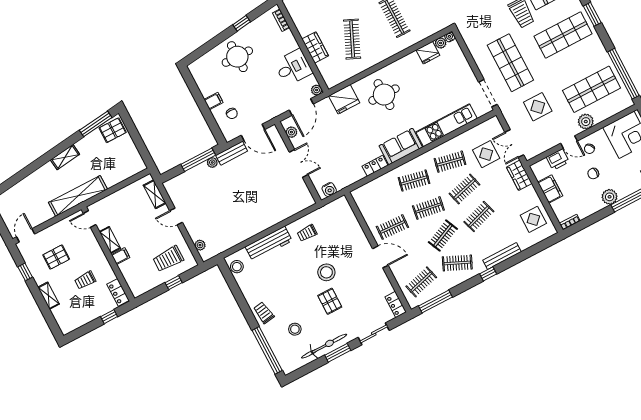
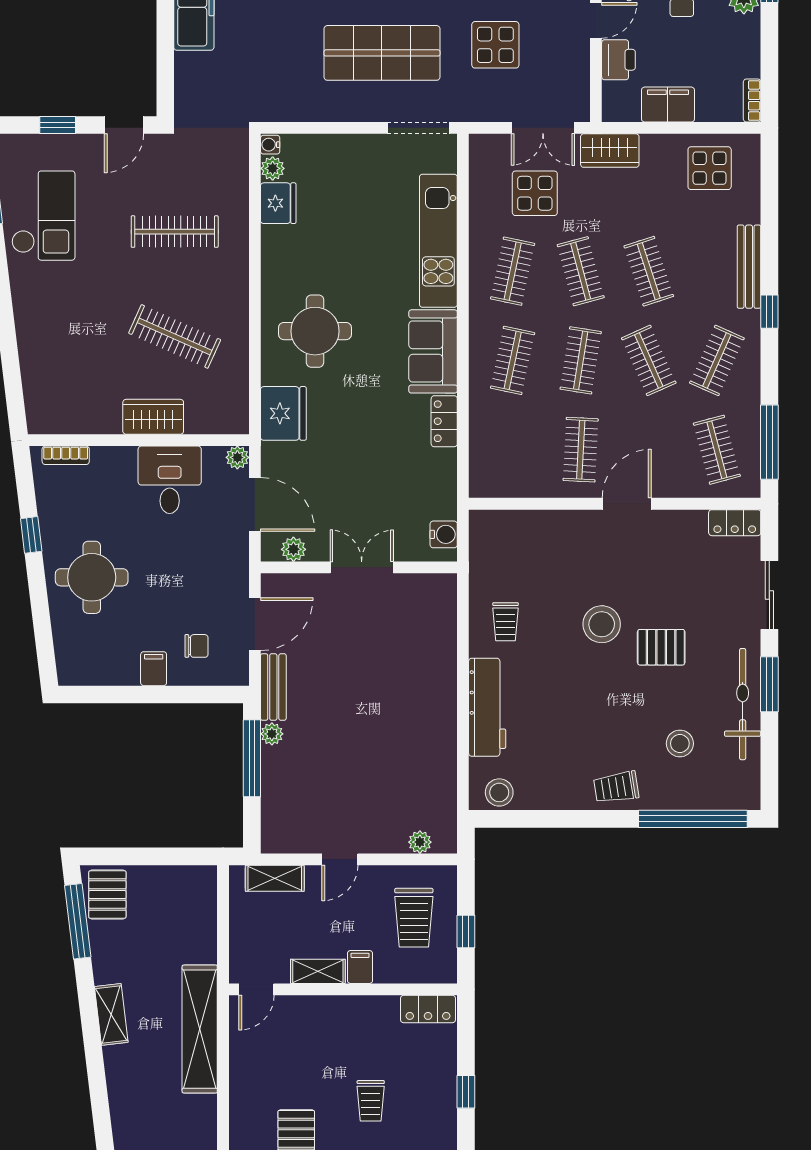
door: (90, 219) -> (256, 989), moved
shelving: (110, 240) -> (318, 971), moved
wall: (108, 254) -> (343, 989), moved
filing cabinet: (121, 256) -> (360, 967), moved
locker: (118, 292) -> (428, 1009), moved

